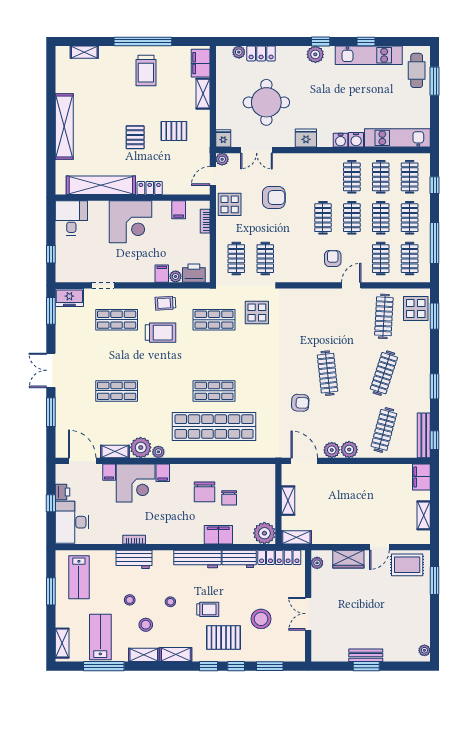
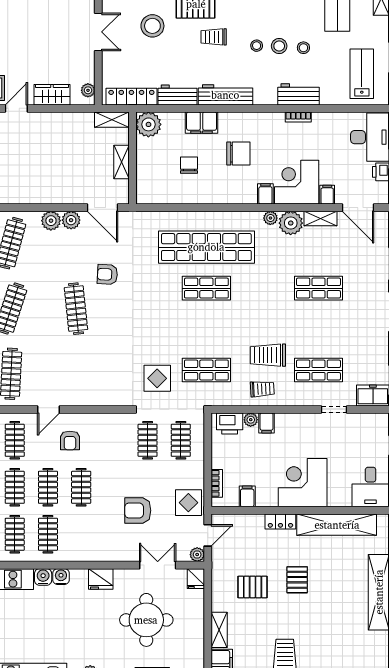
chair: (205, 492) -> (238, 153), moved, turned 90
stool: (146, 625) -> (279, 46), moved

